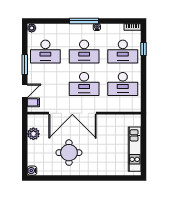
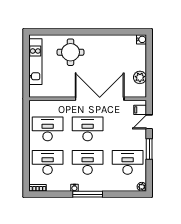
window: (144, 49) -> (26, 165), removed
round table: (69, 153) -> (71, 52), moved

